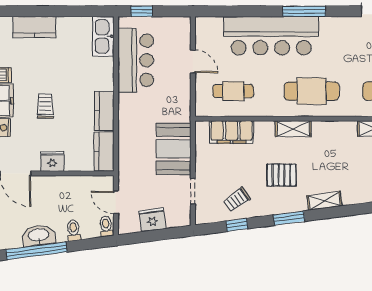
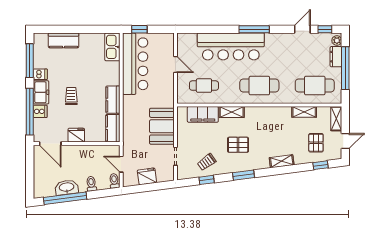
bar counter: (136, 60) -> (135, 64), width x1.36
shelving: (293, 129) -> (232, 112), moved
shelving: (324, 201) -> (282, 161), moved

